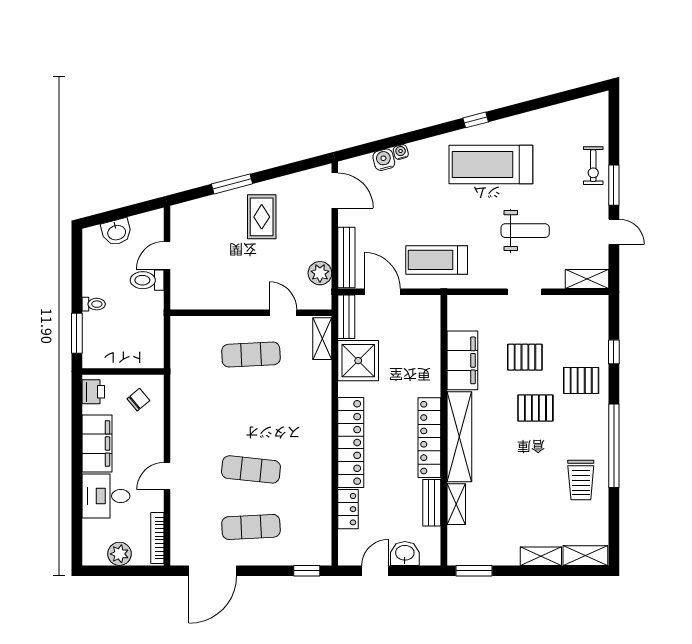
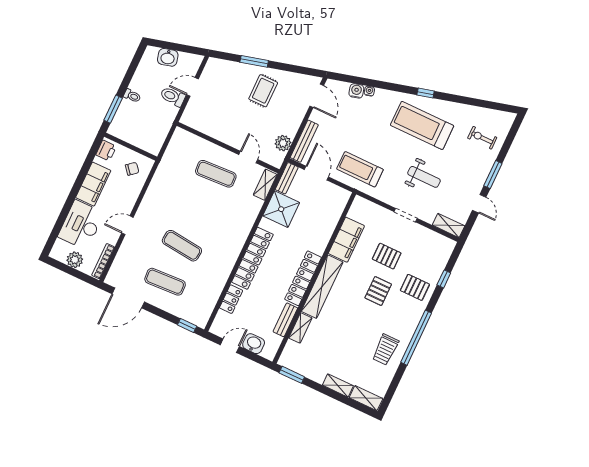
exercise bike: (593, 166) -> (482, 138), moved, turned 90
pallet: (535, 408) -> (378, 291), turned 90
desk: (106, 496) -> (81, 225), width x1.37

